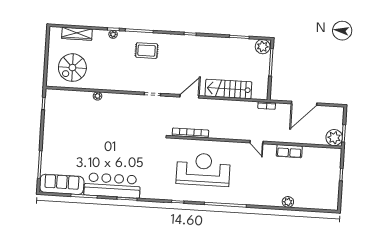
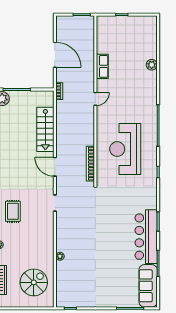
spiral stairs: (72, 68) -> (34, 282), turned -90
plant: (334, 138) -> (86, 24), removed

